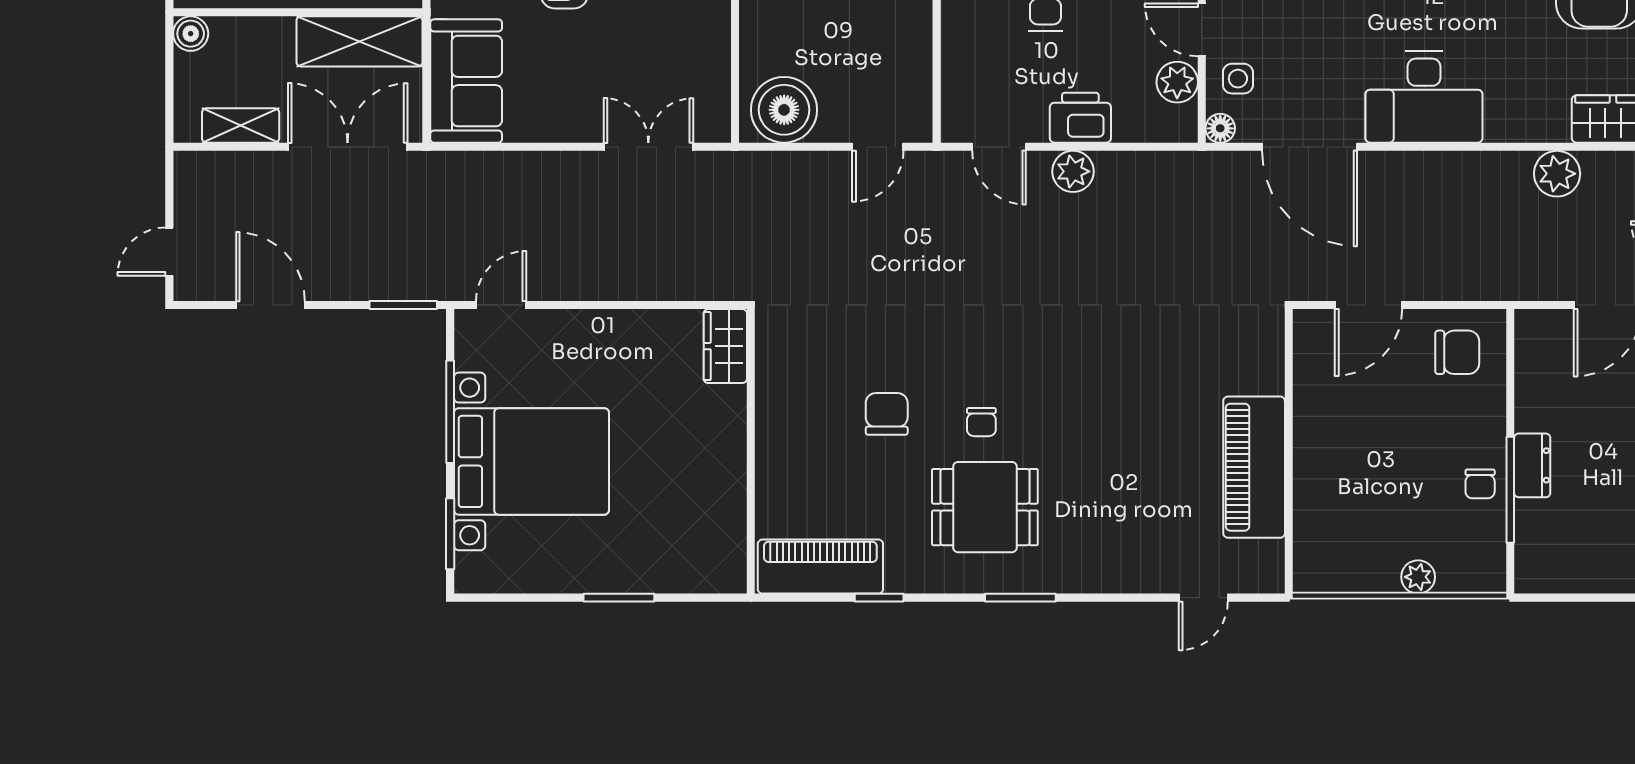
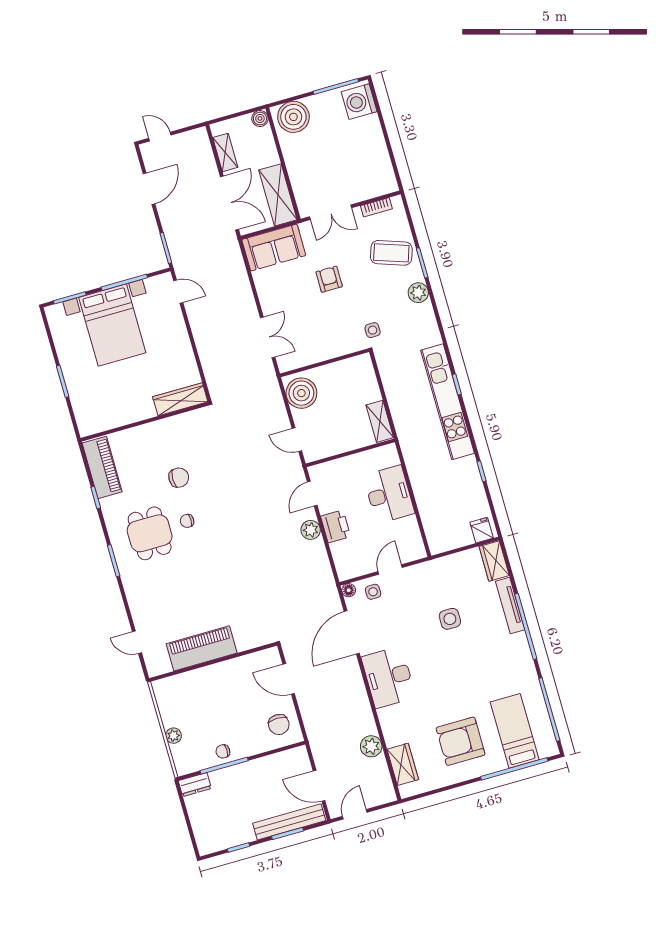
plant: (1177, 82) -> (364, 565), removed
wardrobe: (725, 346) -> (180, 399), width x1.50
dresser: (1532, 465) -> (195, 785), moved

